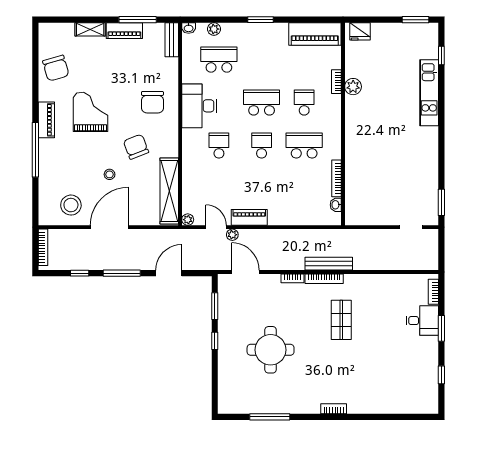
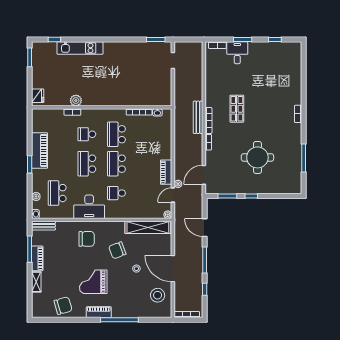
piano: (315, 34) -> (39, 150), moved
school desk: (262, 145) -> (116, 164), width x1.85
shop shelf: (341, 320) -> (237, 109), turned 90

